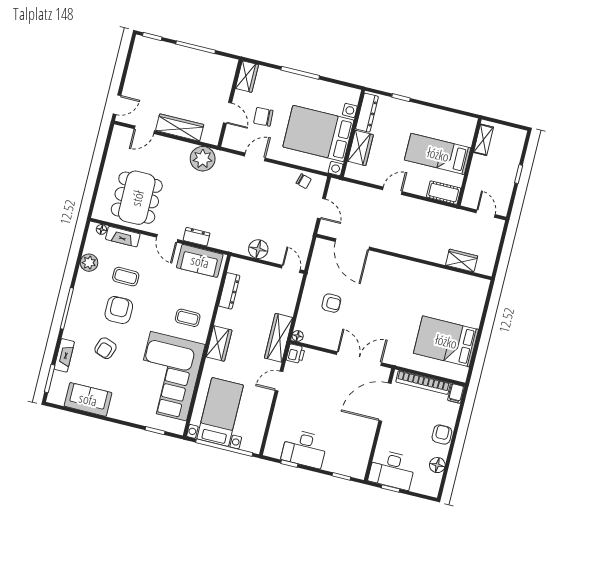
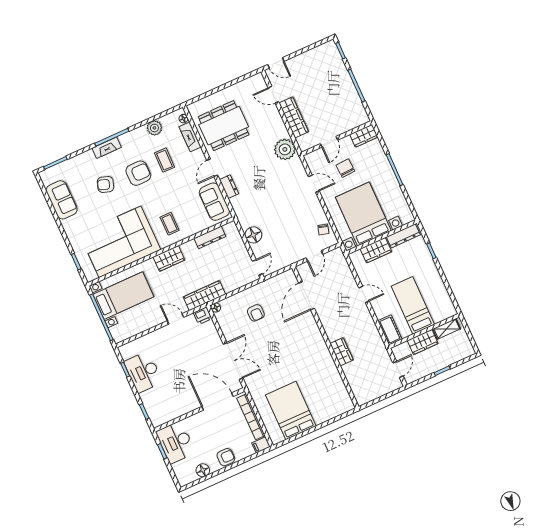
wardrobe: (478, 171) -> (423, 342), added
wardrobe: (462, 261) -> (342, 352), moved
fireplace: (64, 355) -> (107, 148), moved

